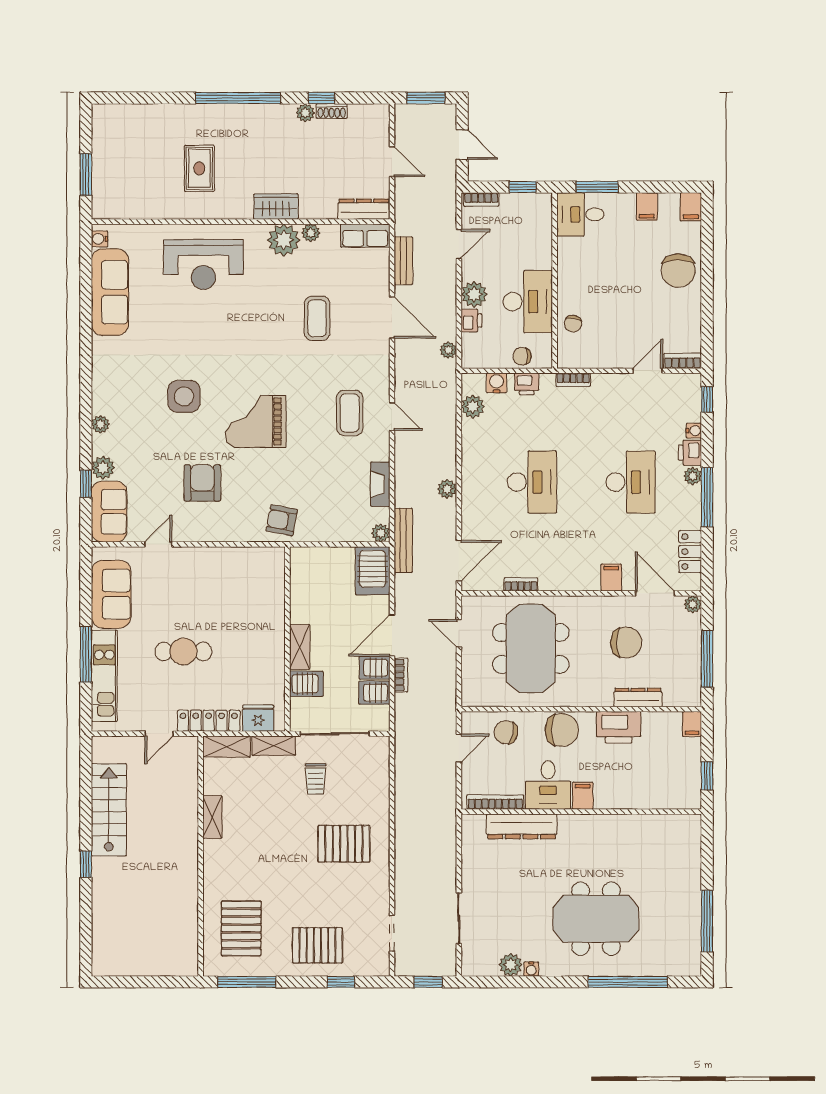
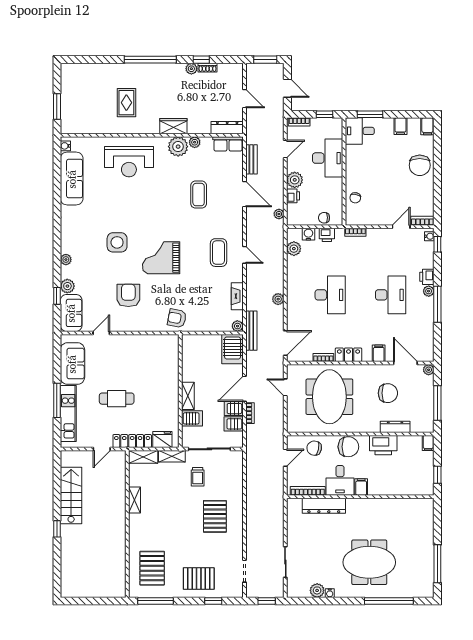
desk: (528, 302) -> (328, 158), moved
water cooler: (694, 431) -> (429, 236), moved
locker: (690, 552) -> (349, 355), moved, turned 90
pallet: (344, 844) -> (215, 516), turned 90

